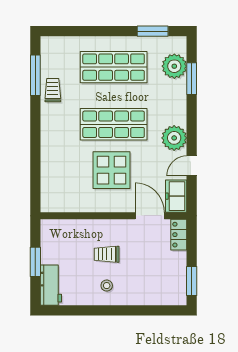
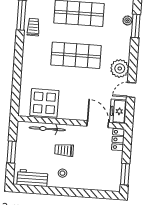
plant: (174, 66) -> (128, 20), width x0.53, depth x0.53
display table: (112, 170) -> (44, 103), moved
bicycle: (82, 227) -> (47, 129), added
workbench: (51, 285) -> (32, 178), moved, turned -90

